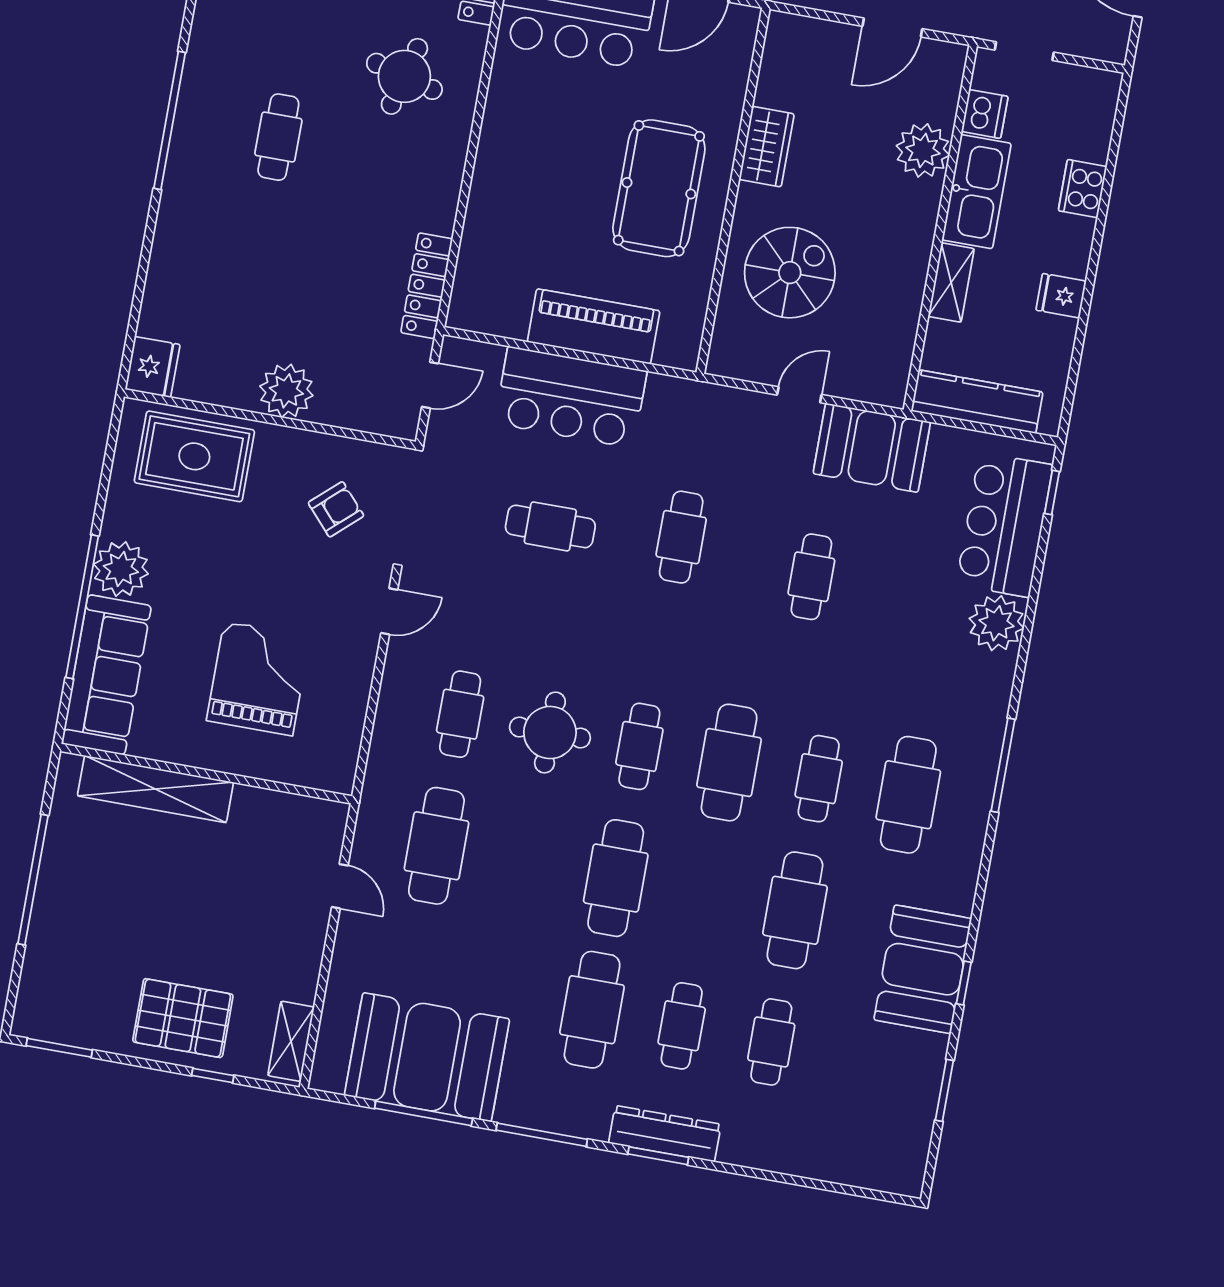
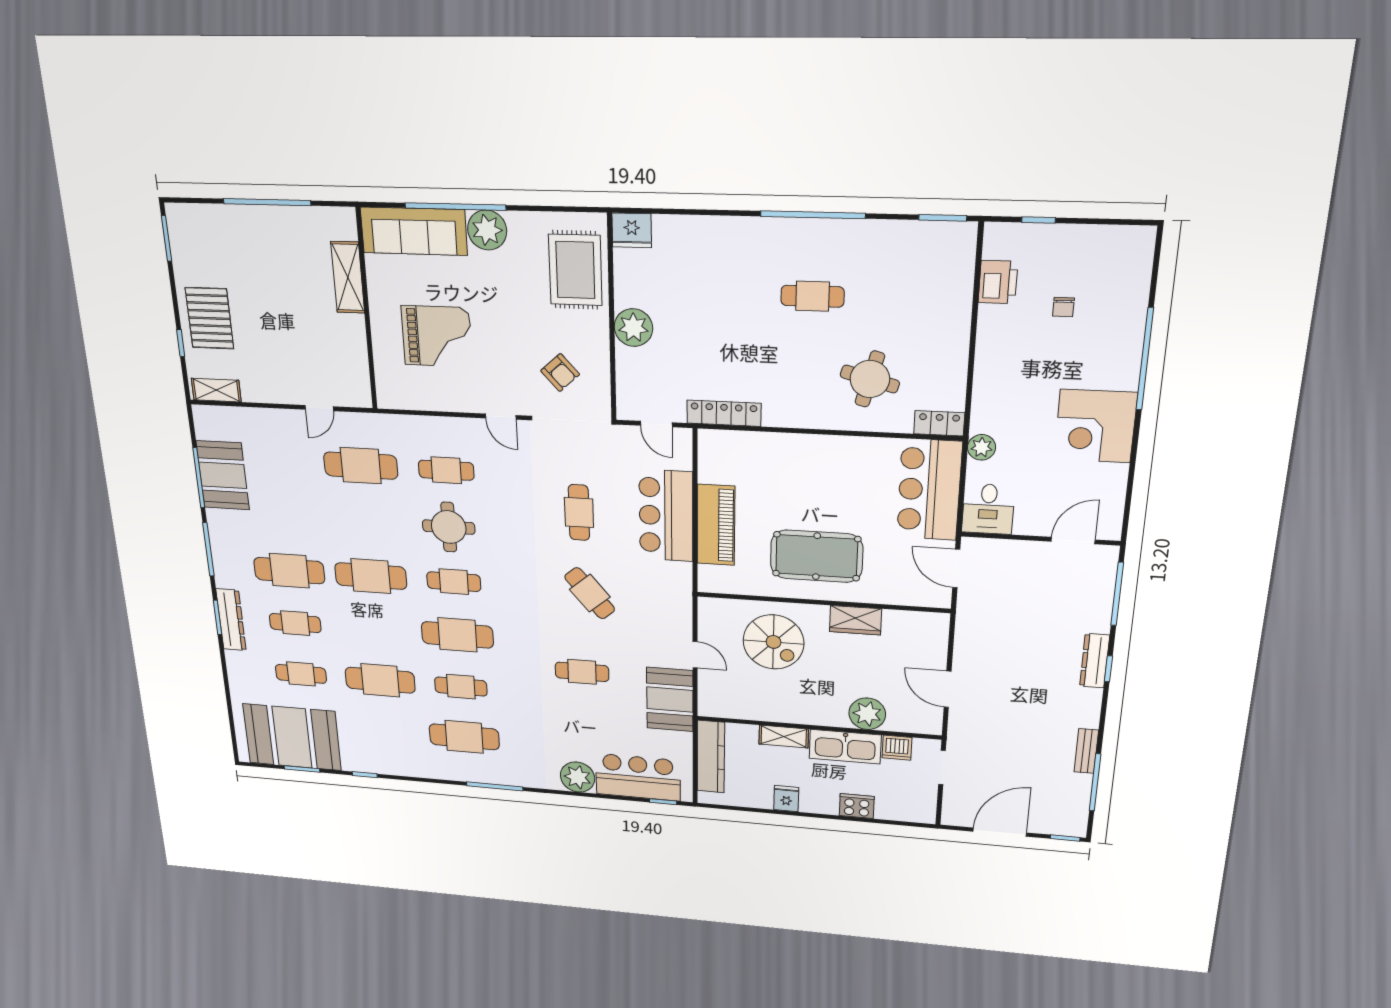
cafe table: (681, 537) -> (590, 593), turned 50
shelving: (155, 789) -> (348, 277), width x0.68
booth: (923, 969) -> (292, 737), moved, width x1.36, depth x1.42
booth: (427, 1057) -> (223, 475), width x0.73, depth x0.70

